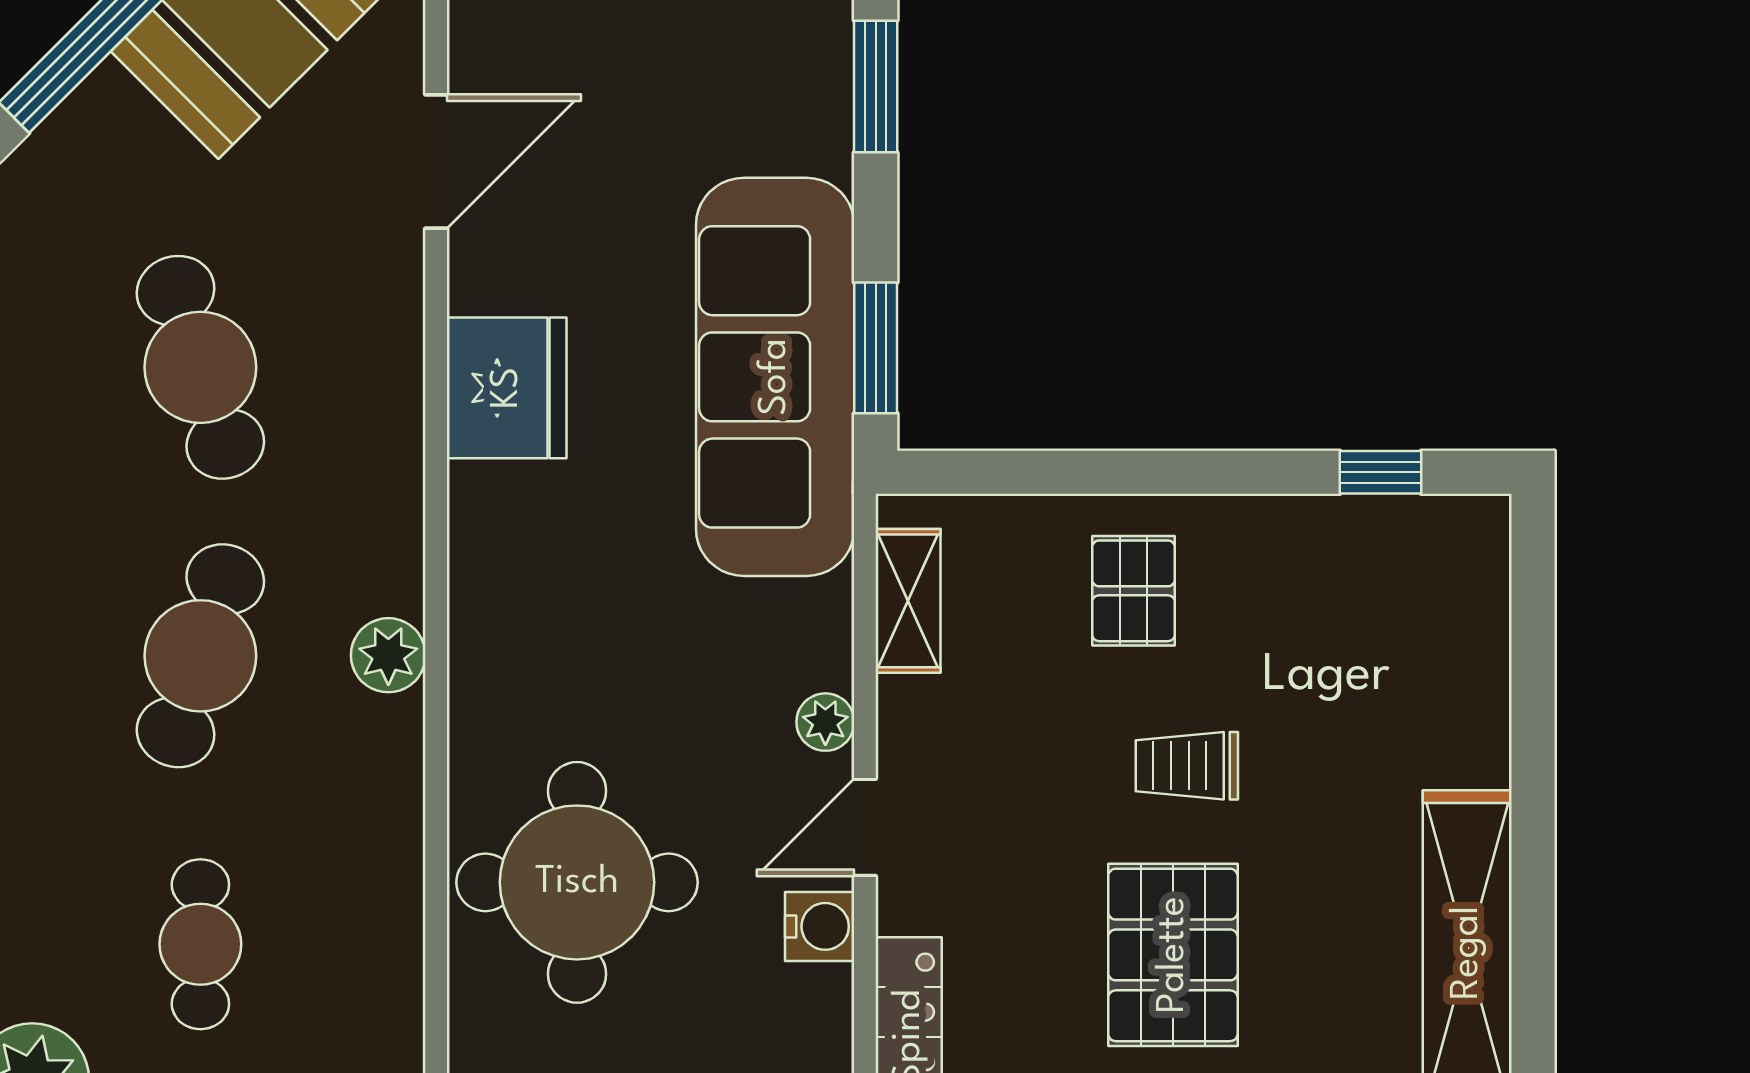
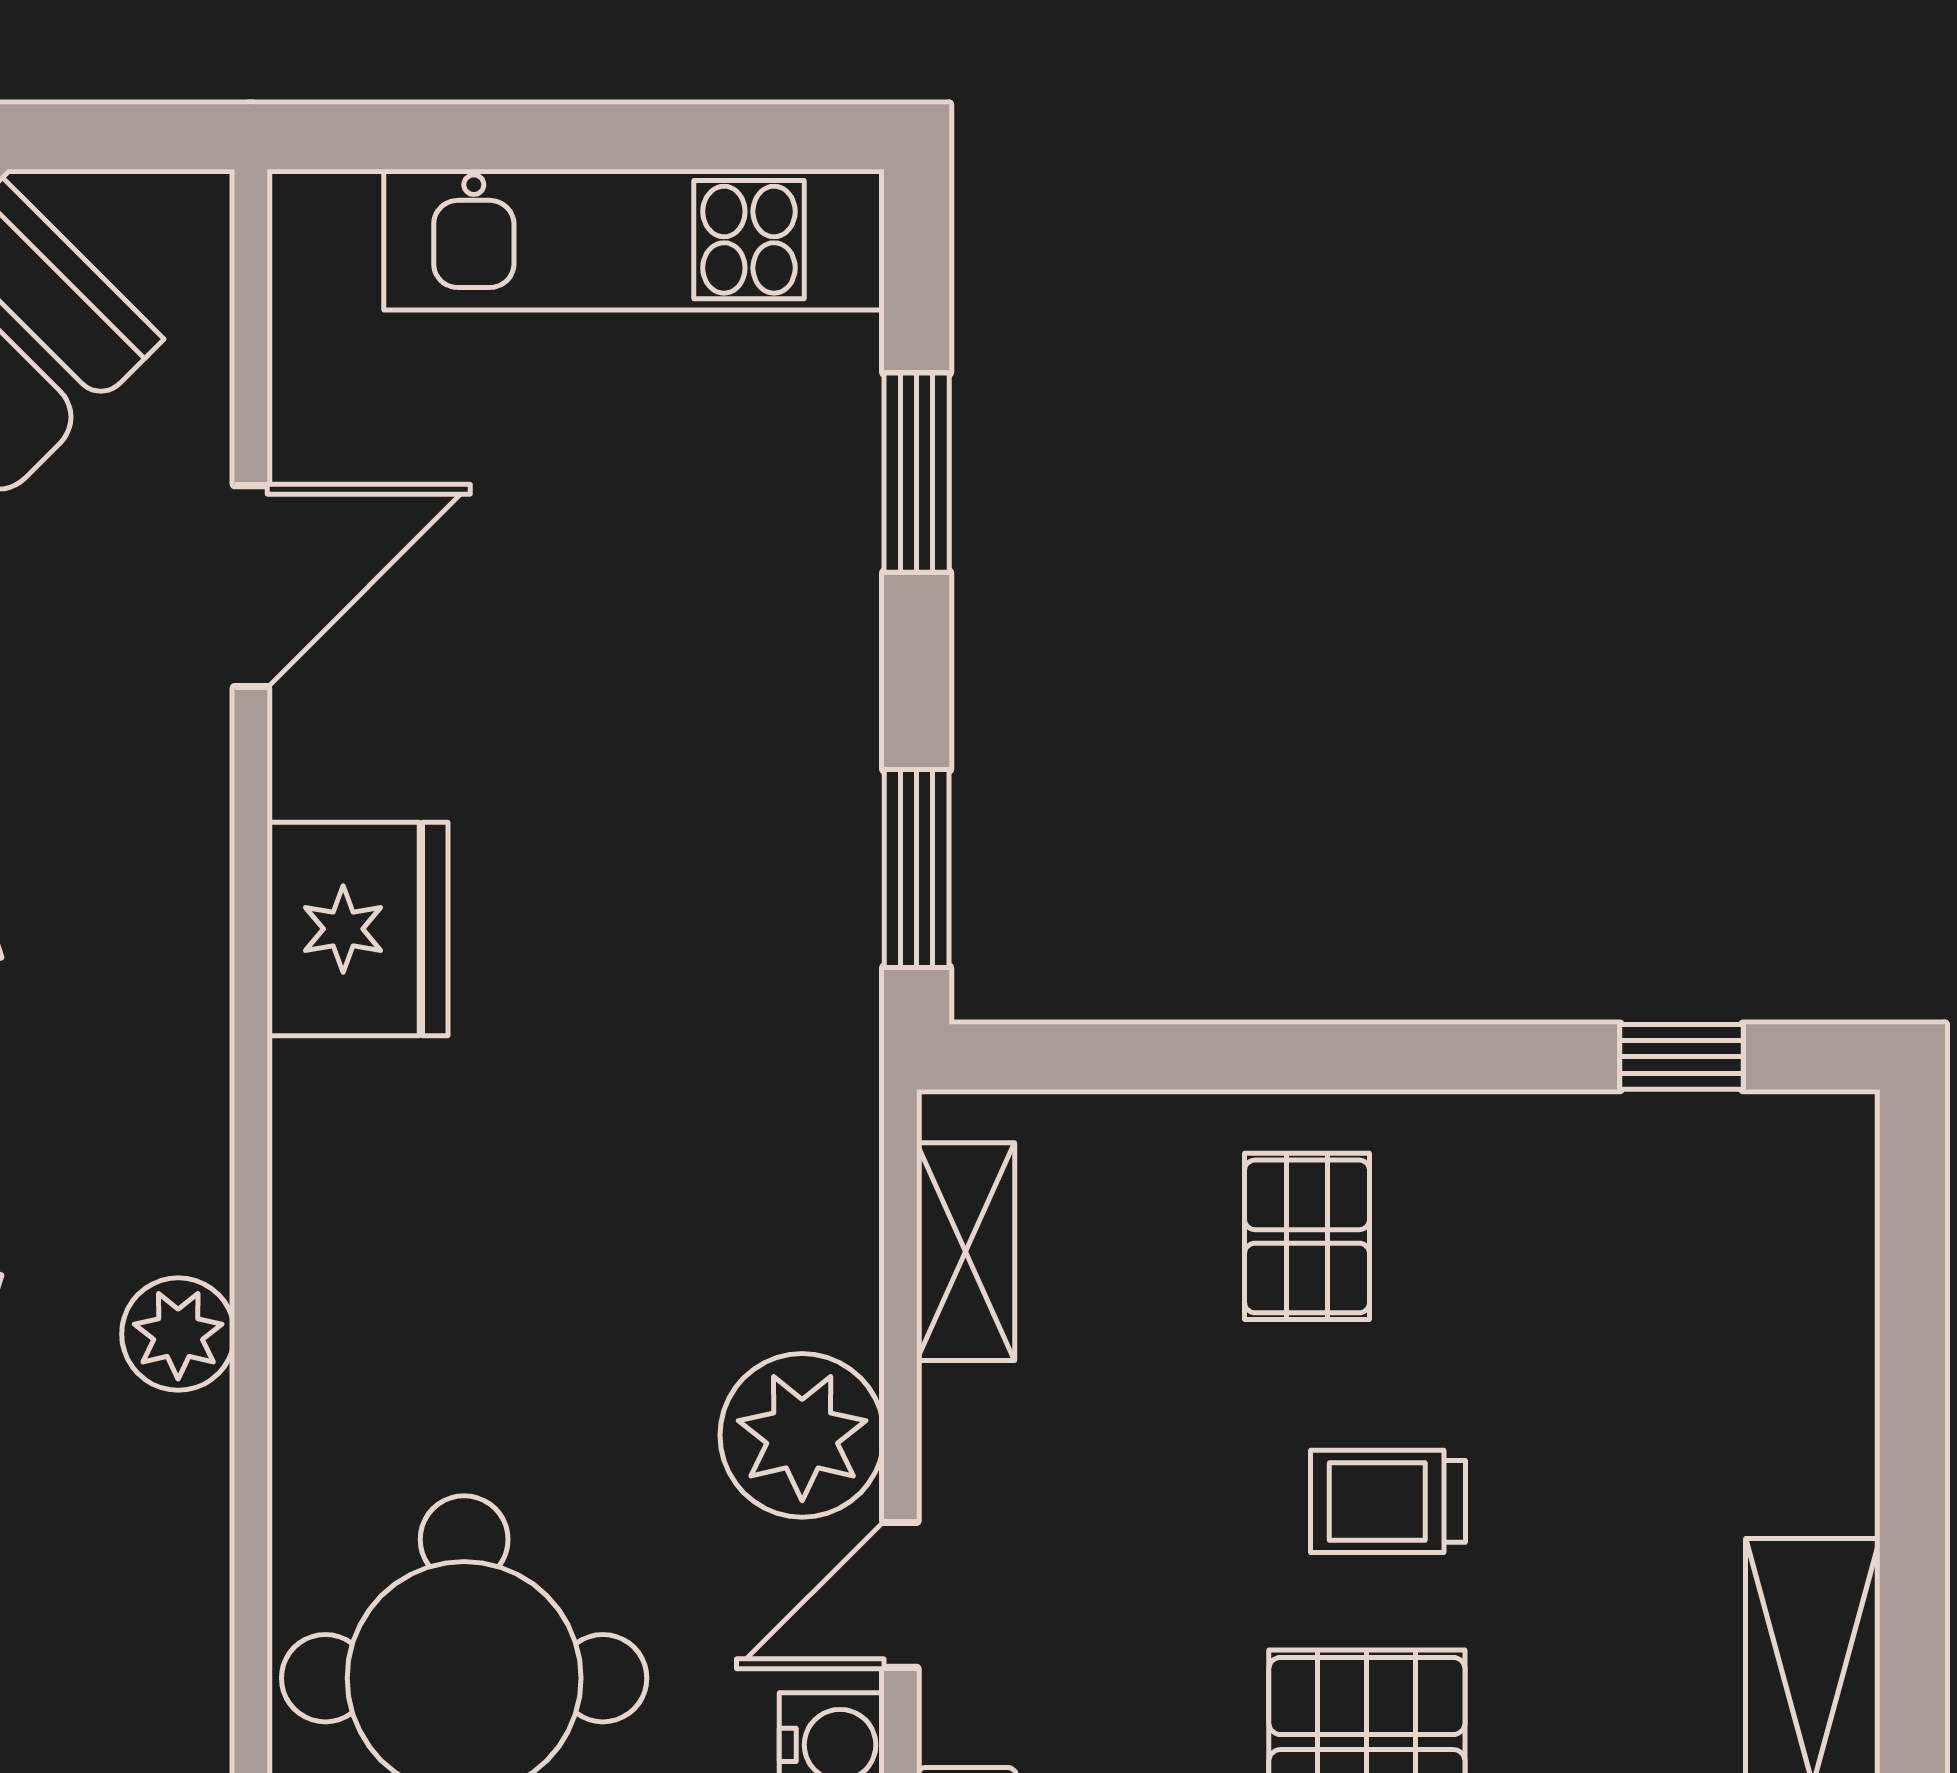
sofa: (775, 377) -> (764, 912), removed
plant: (825, 722) -> (802, 1435), width x1.87, depth x1.87

